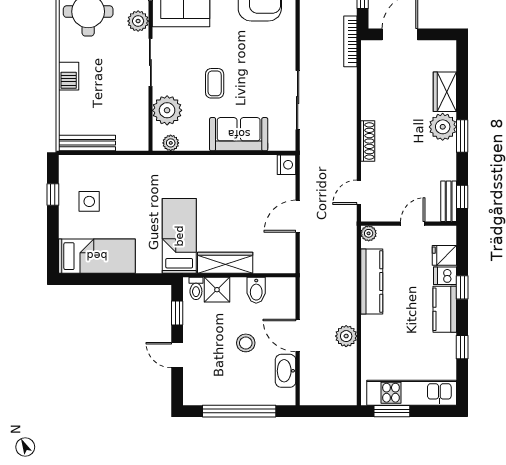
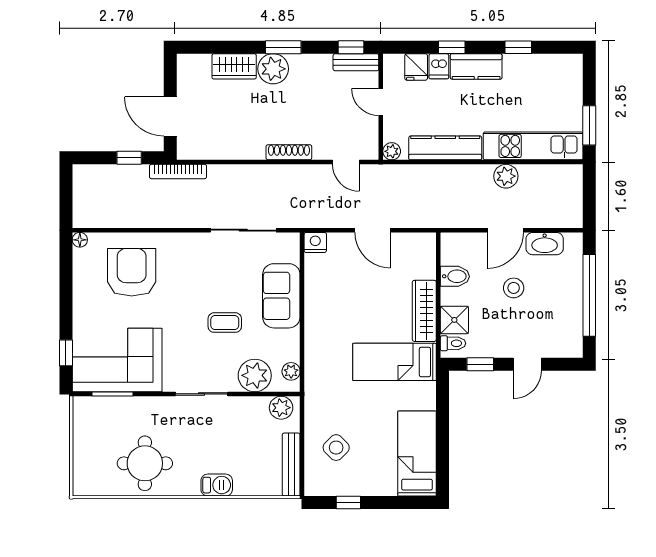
plant: (138, 21) -> (281, 408), moved
side table: (89, 201) -> (336, 448), moved, turned 45
kitchen unit: (412, 393) -> (533, 146), moved, turned 90

